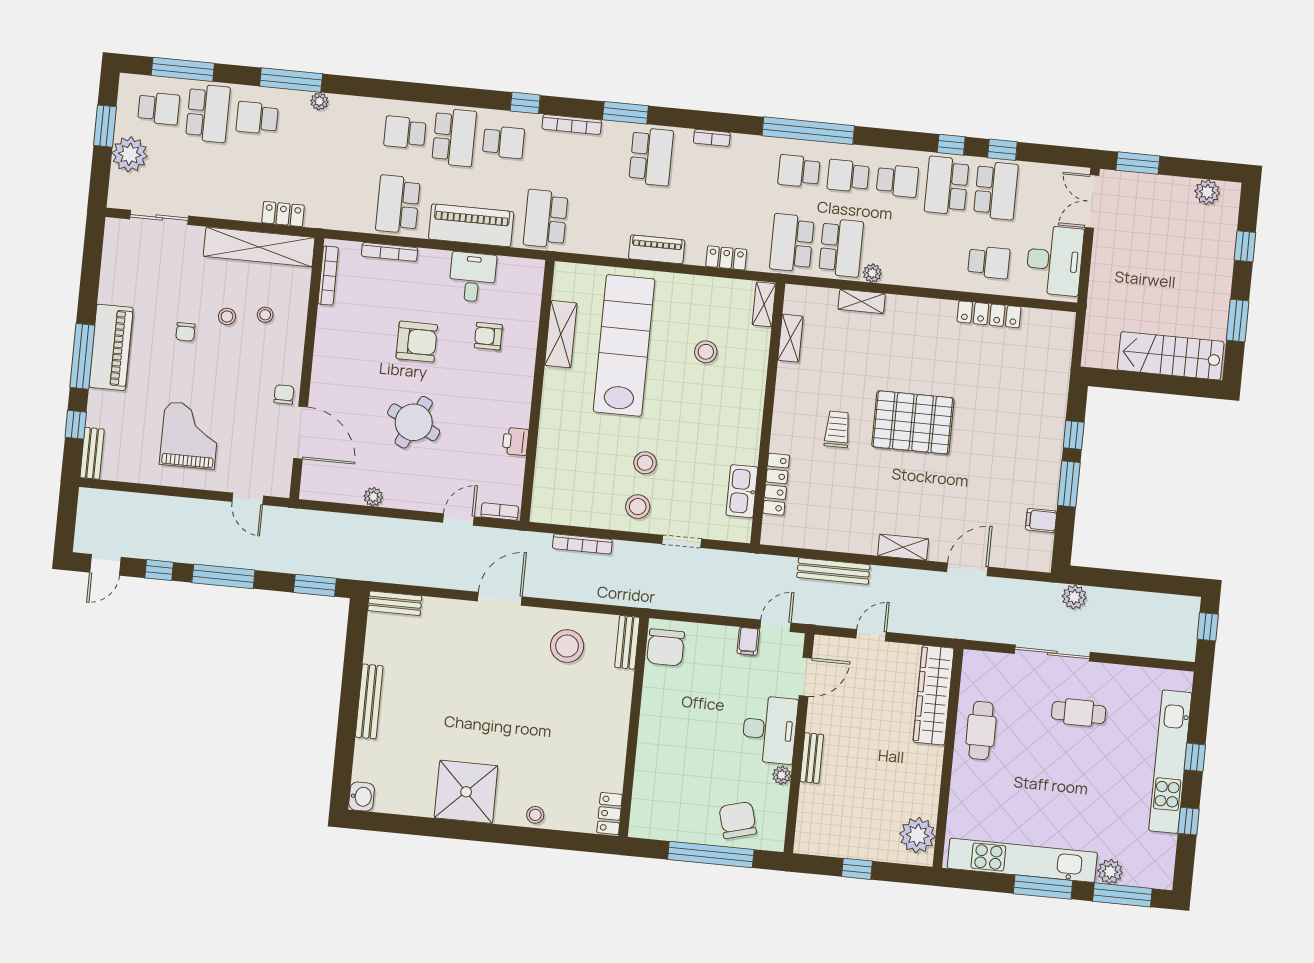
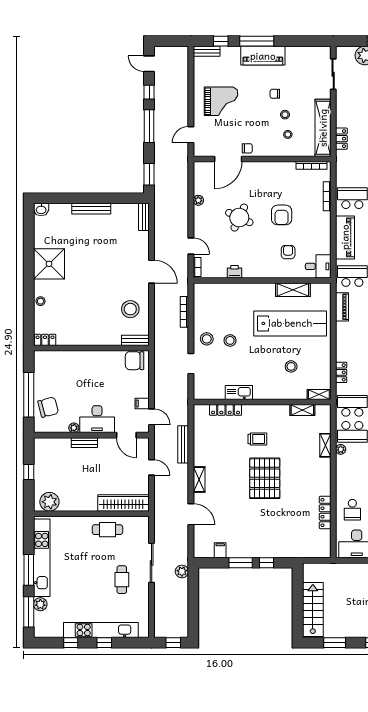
piano: (657, 249) -> (342, 307), moved
desk: (473, 277) -> (318, 266), moved
kitchen sink: (742, 491) -> (239, 392), moved

